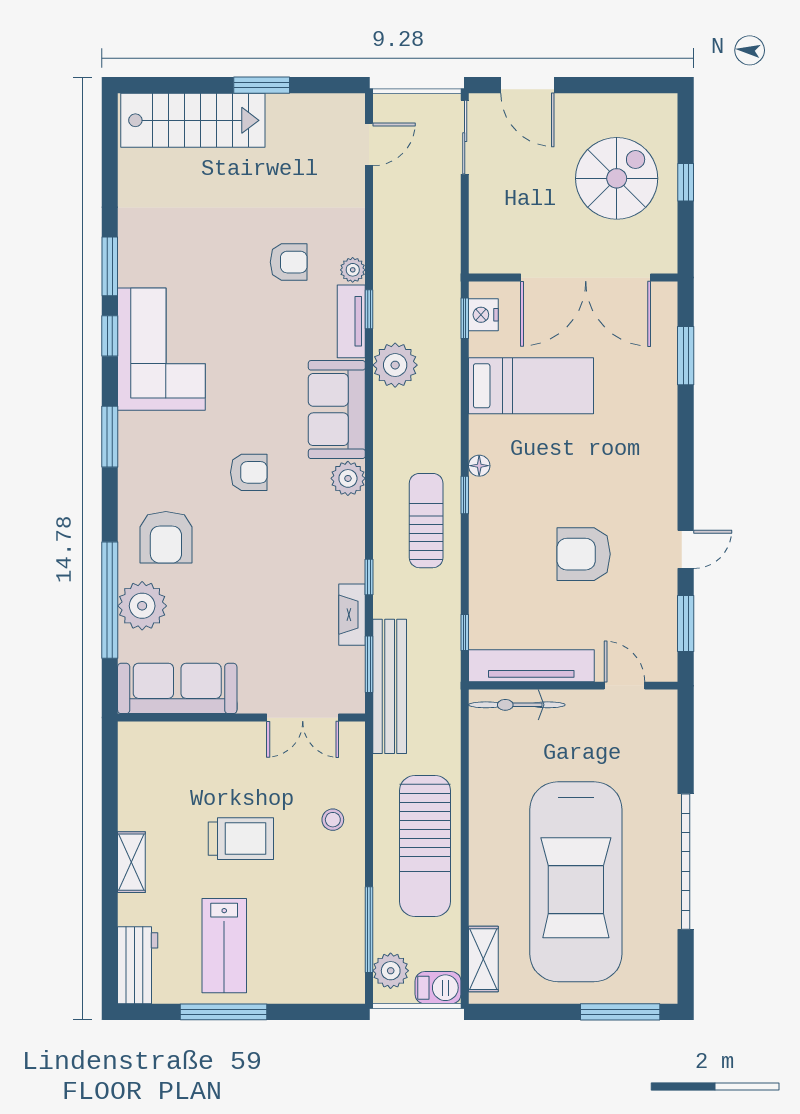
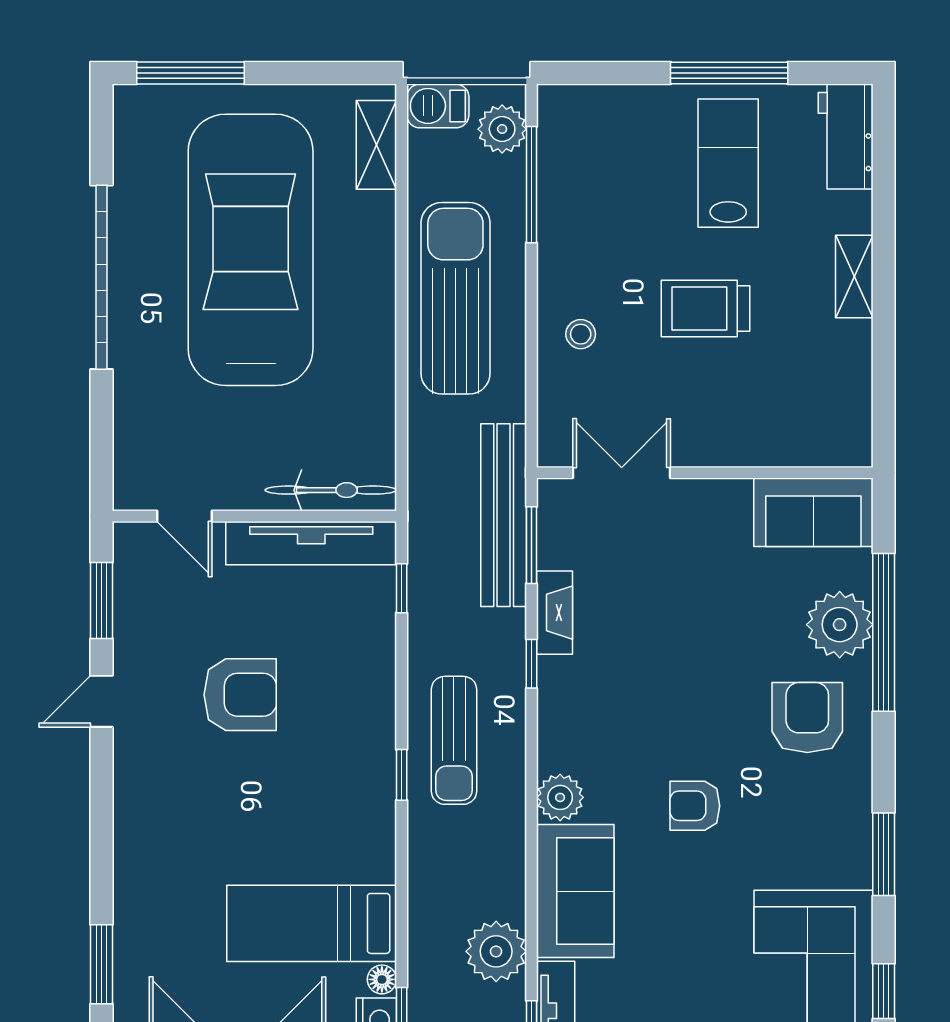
floor lamp: (479, 466) -> (382, 979), moved
sofa: (177, 688) -> (813, 512), width x0.73

